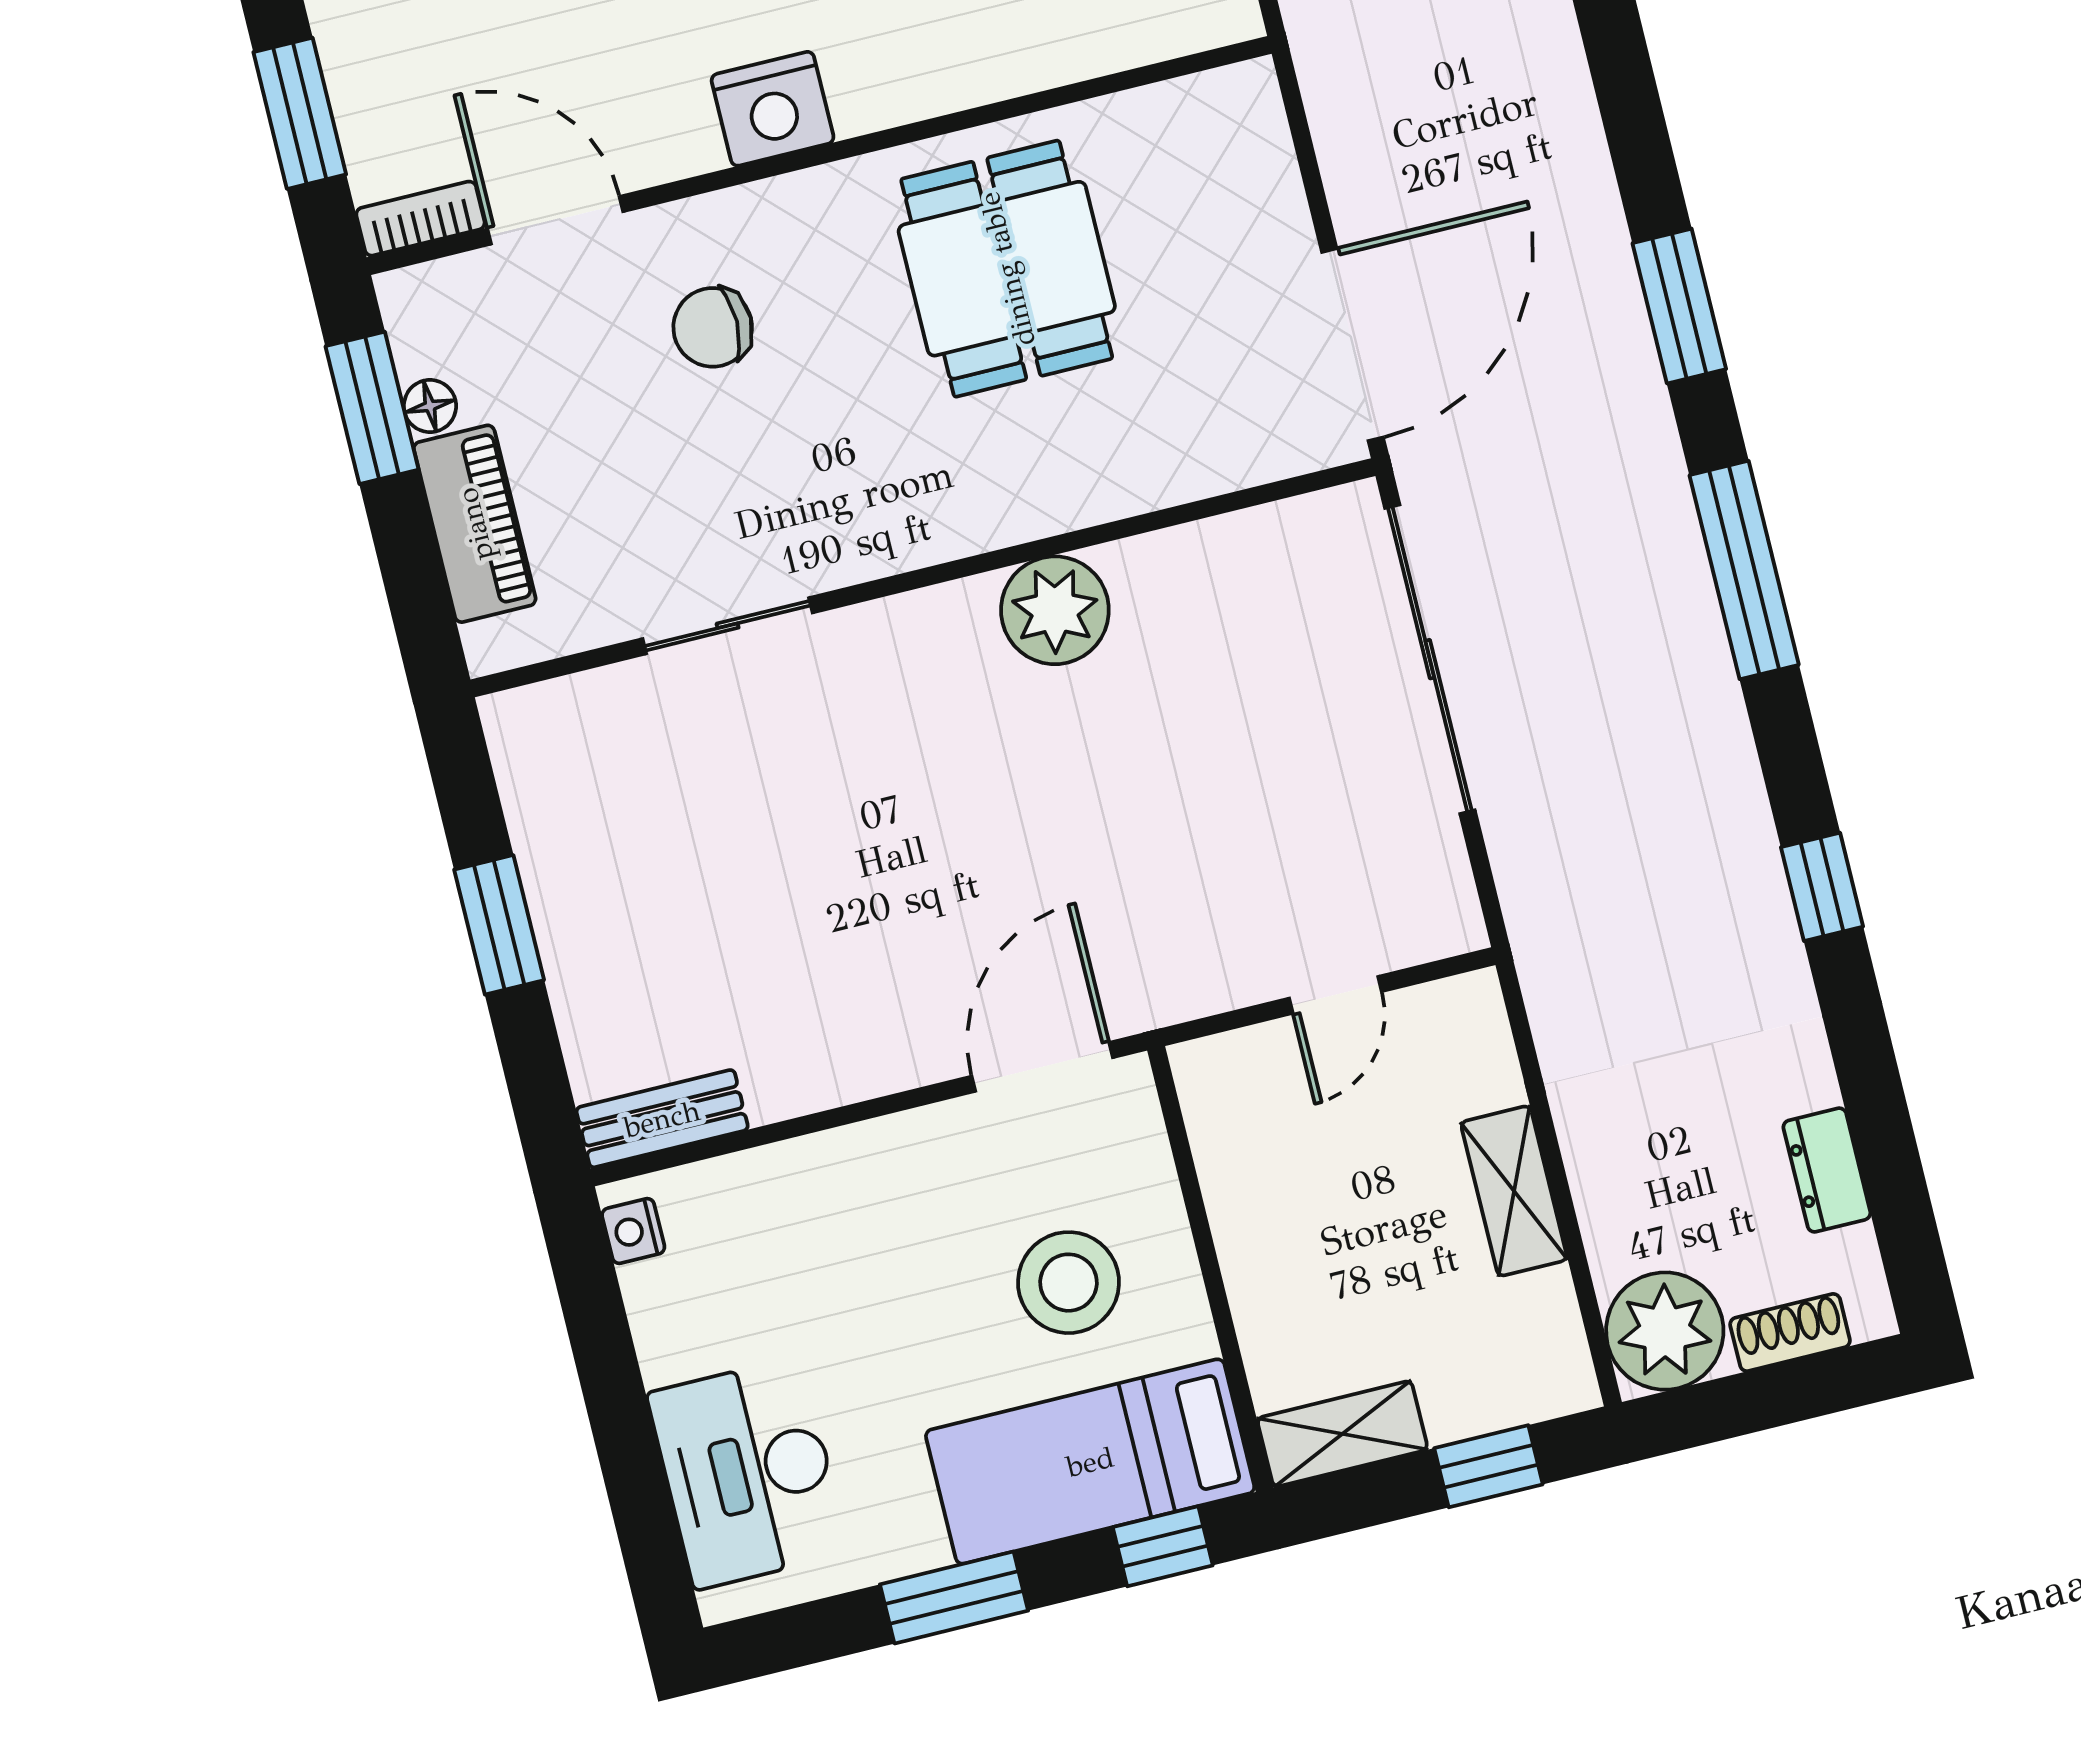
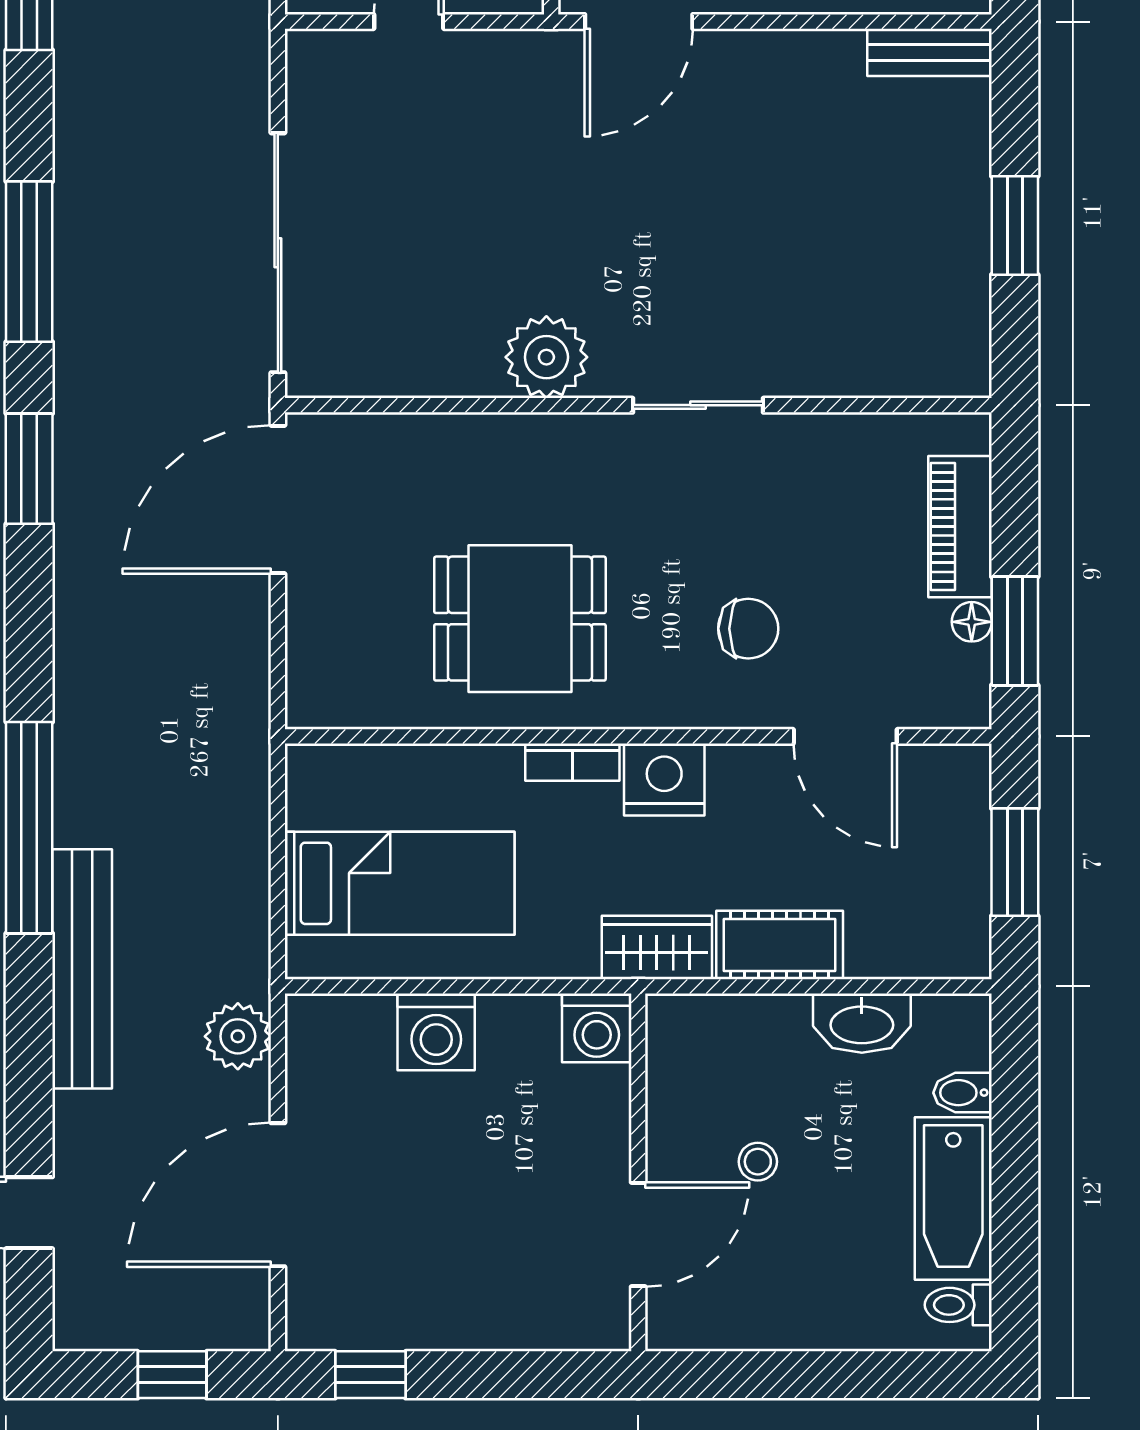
bookcase: (420, 219) -> (572, 762), moved
dining table: (1007, 269) -> (520, 619), turned 90
sliding door: (728, 626) -> (698, 405), moved

